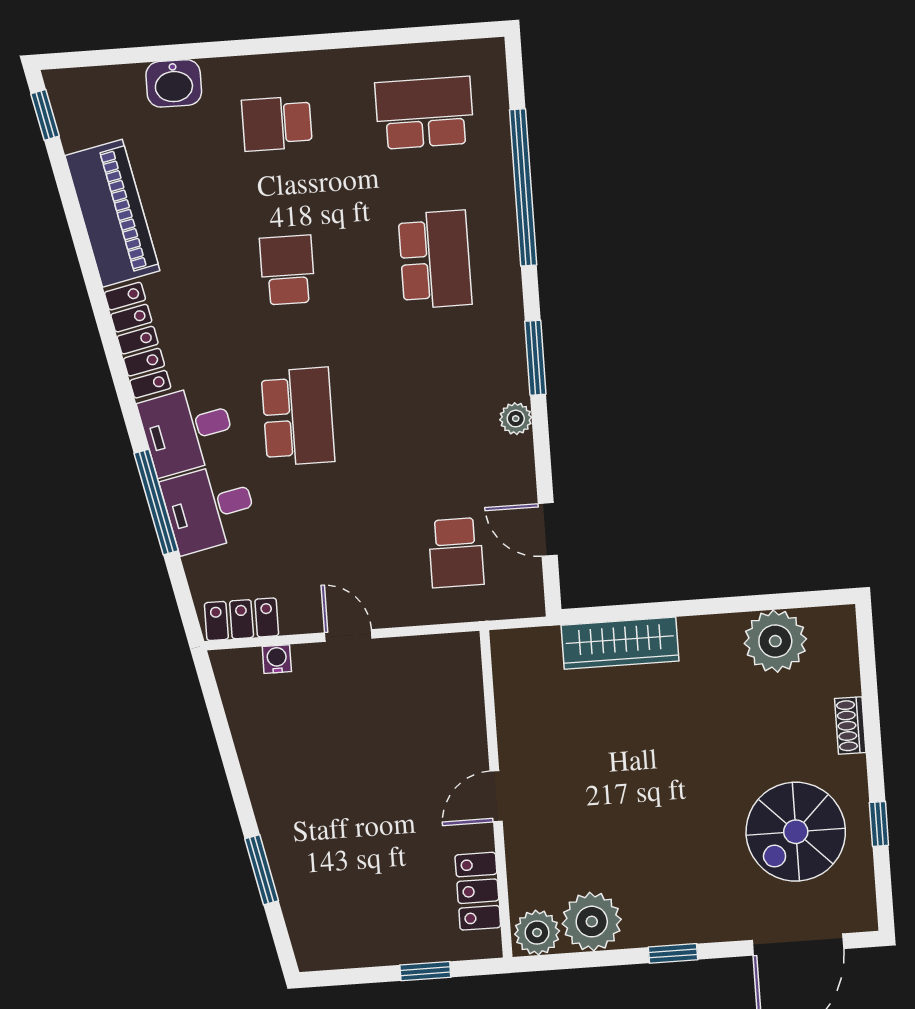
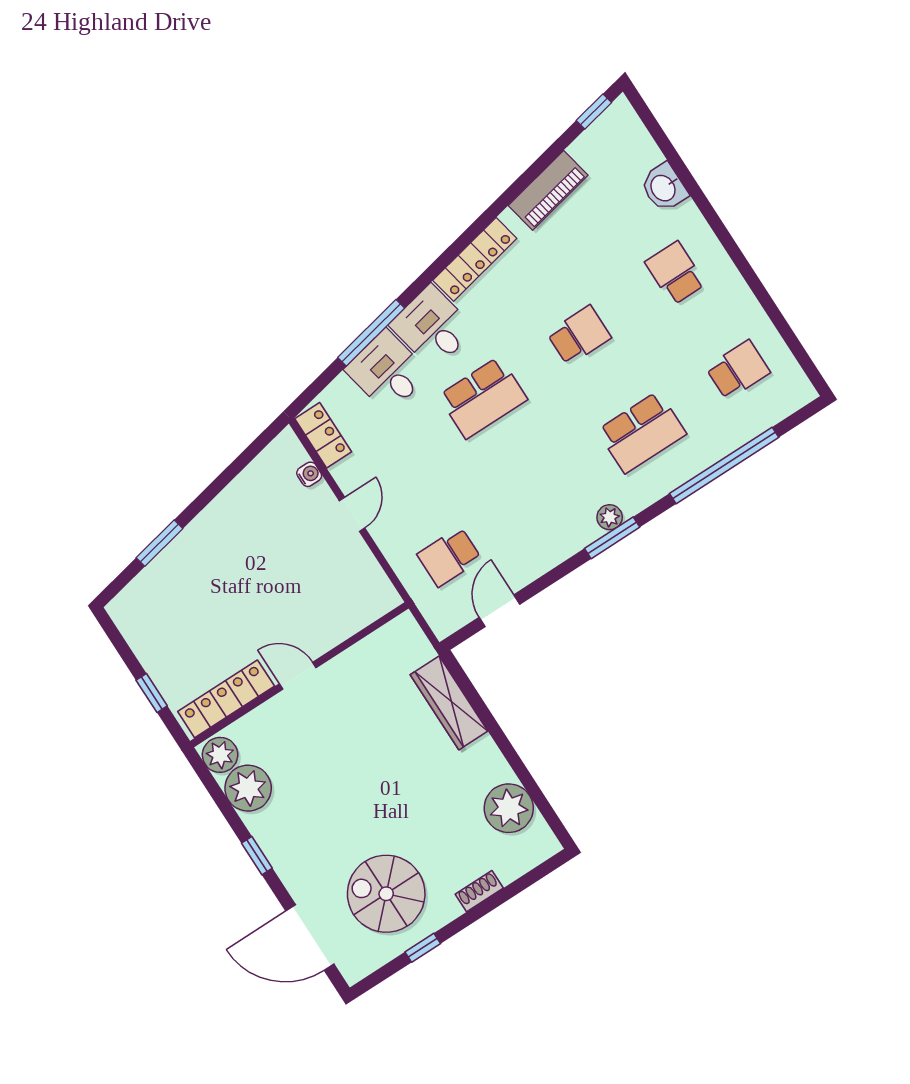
school desk: (424, 113) -> (738, 370), width x0.54
piano: (112, 213) -> (548, 190), width x0.73, depth x0.75
plant: (516, 419) -> (610, 517), moved
locker: (478, 891) -> (226, 699), width x1.53

